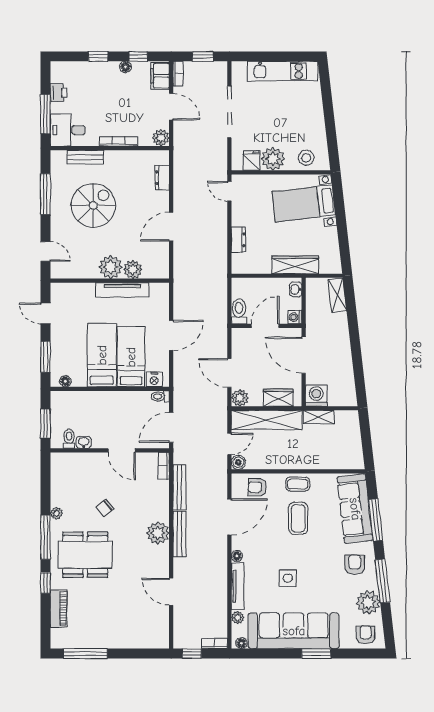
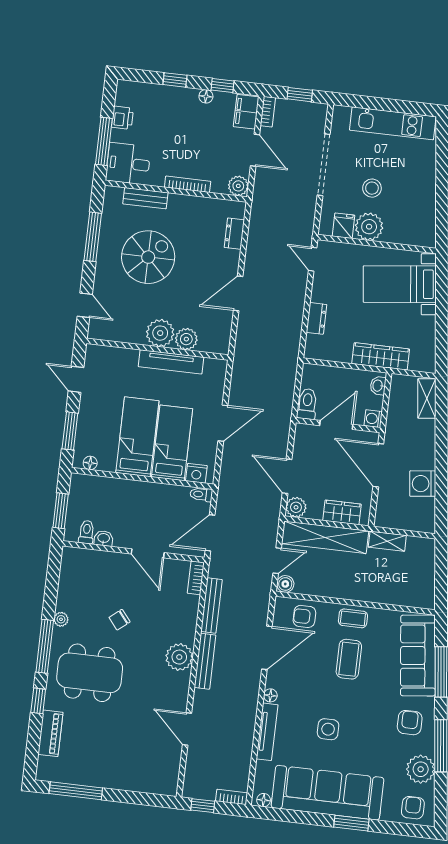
stool: (306, 158) -> (372, 188), moved
washing machine: (316, 396) -> (423, 484), moved, turned -97
plant: (238, 617) -> (263, 769), removed

